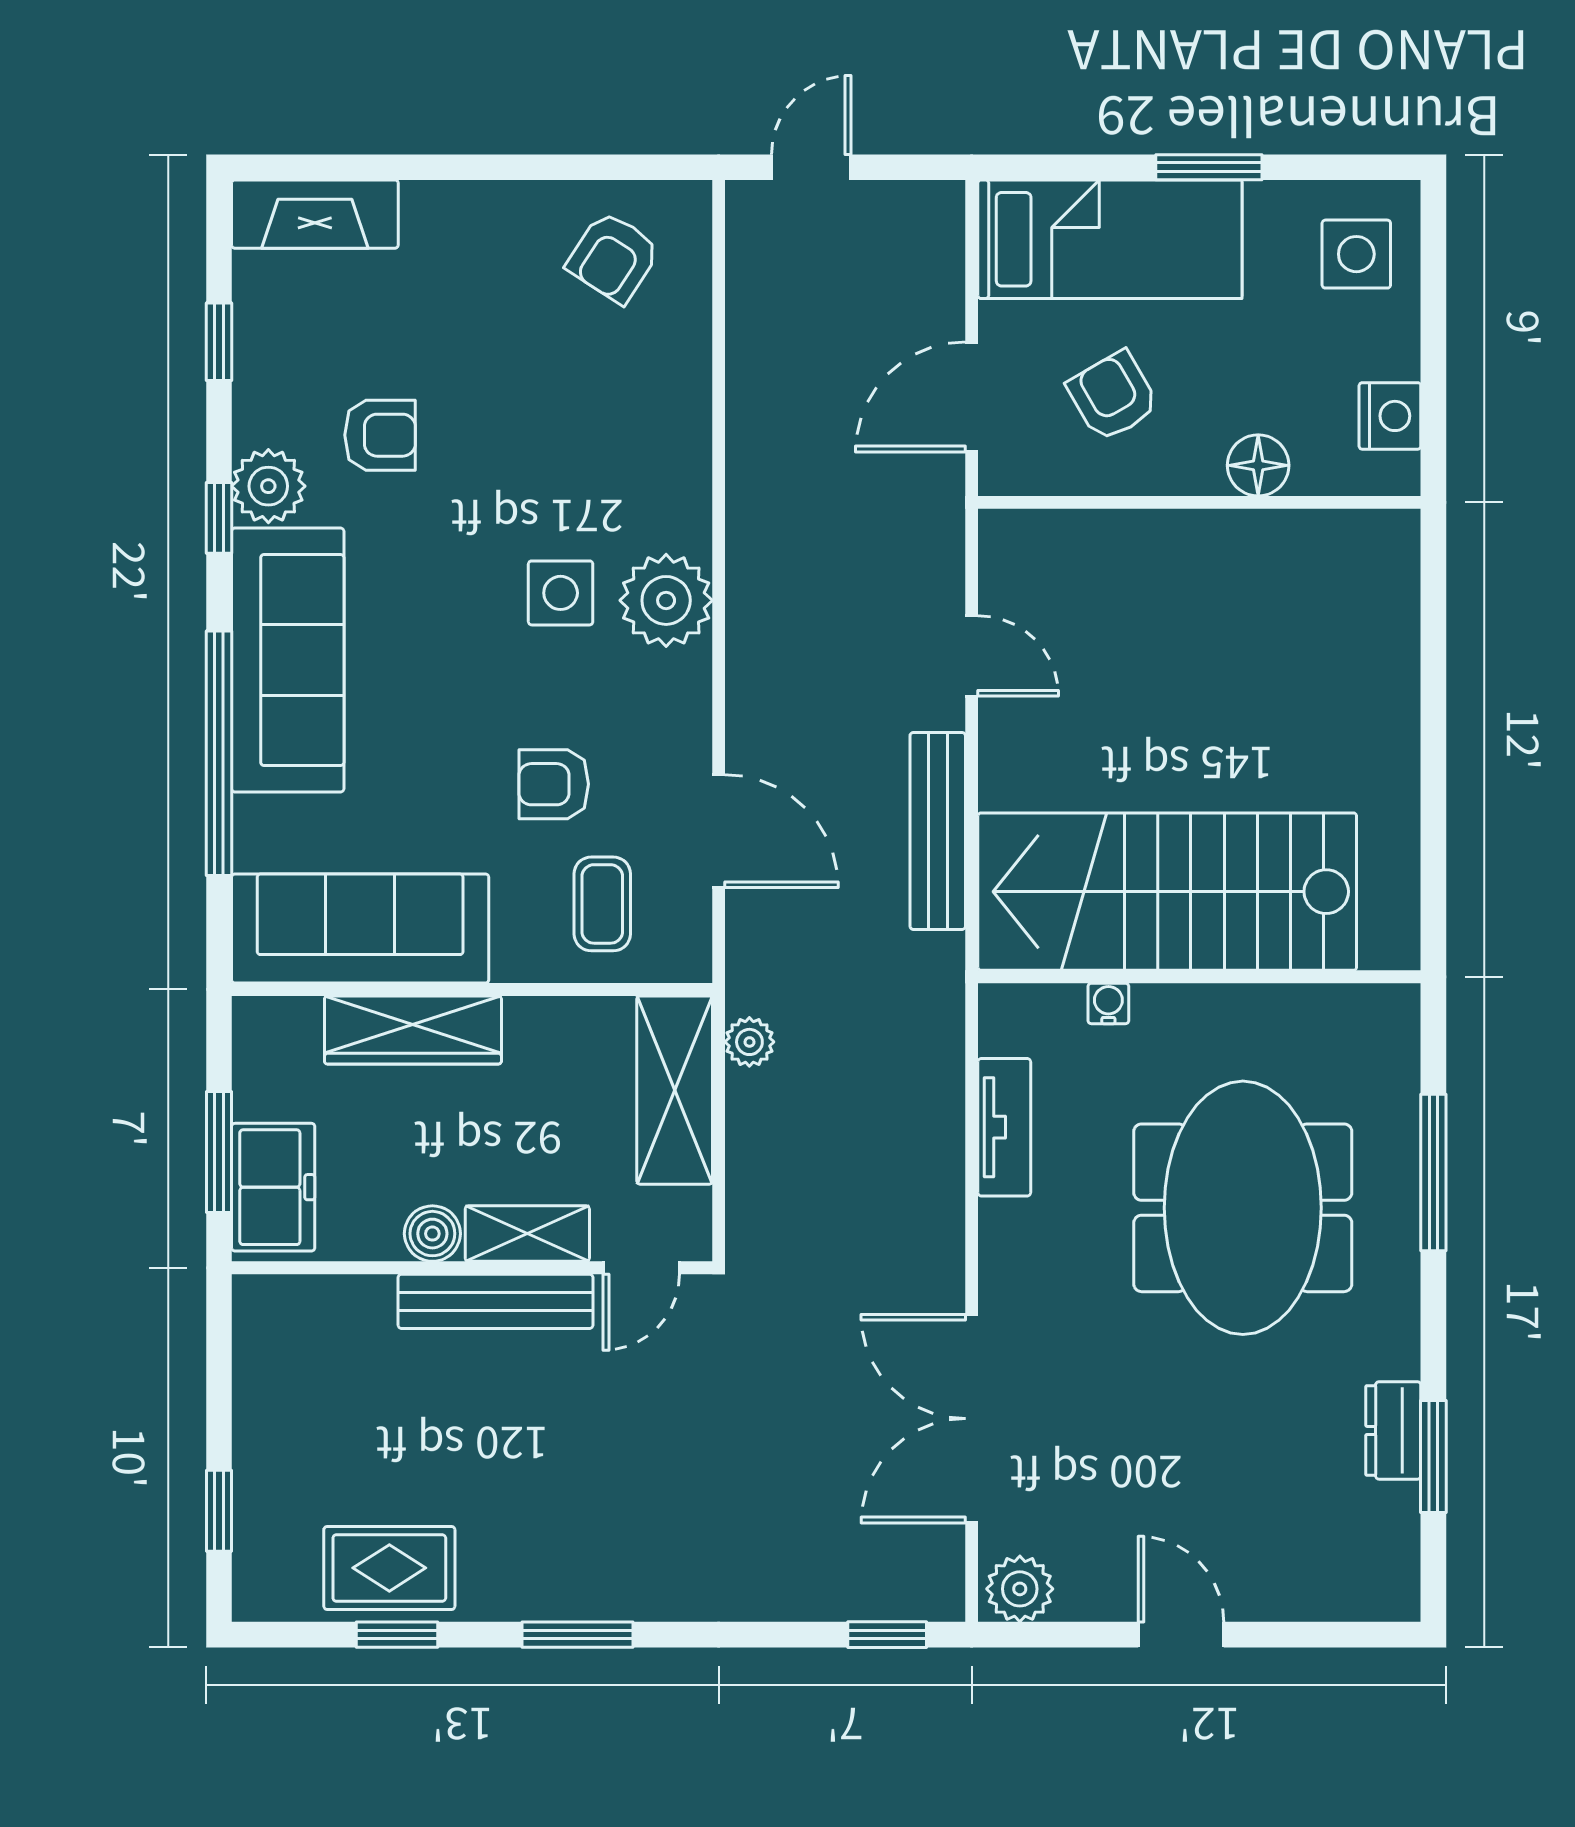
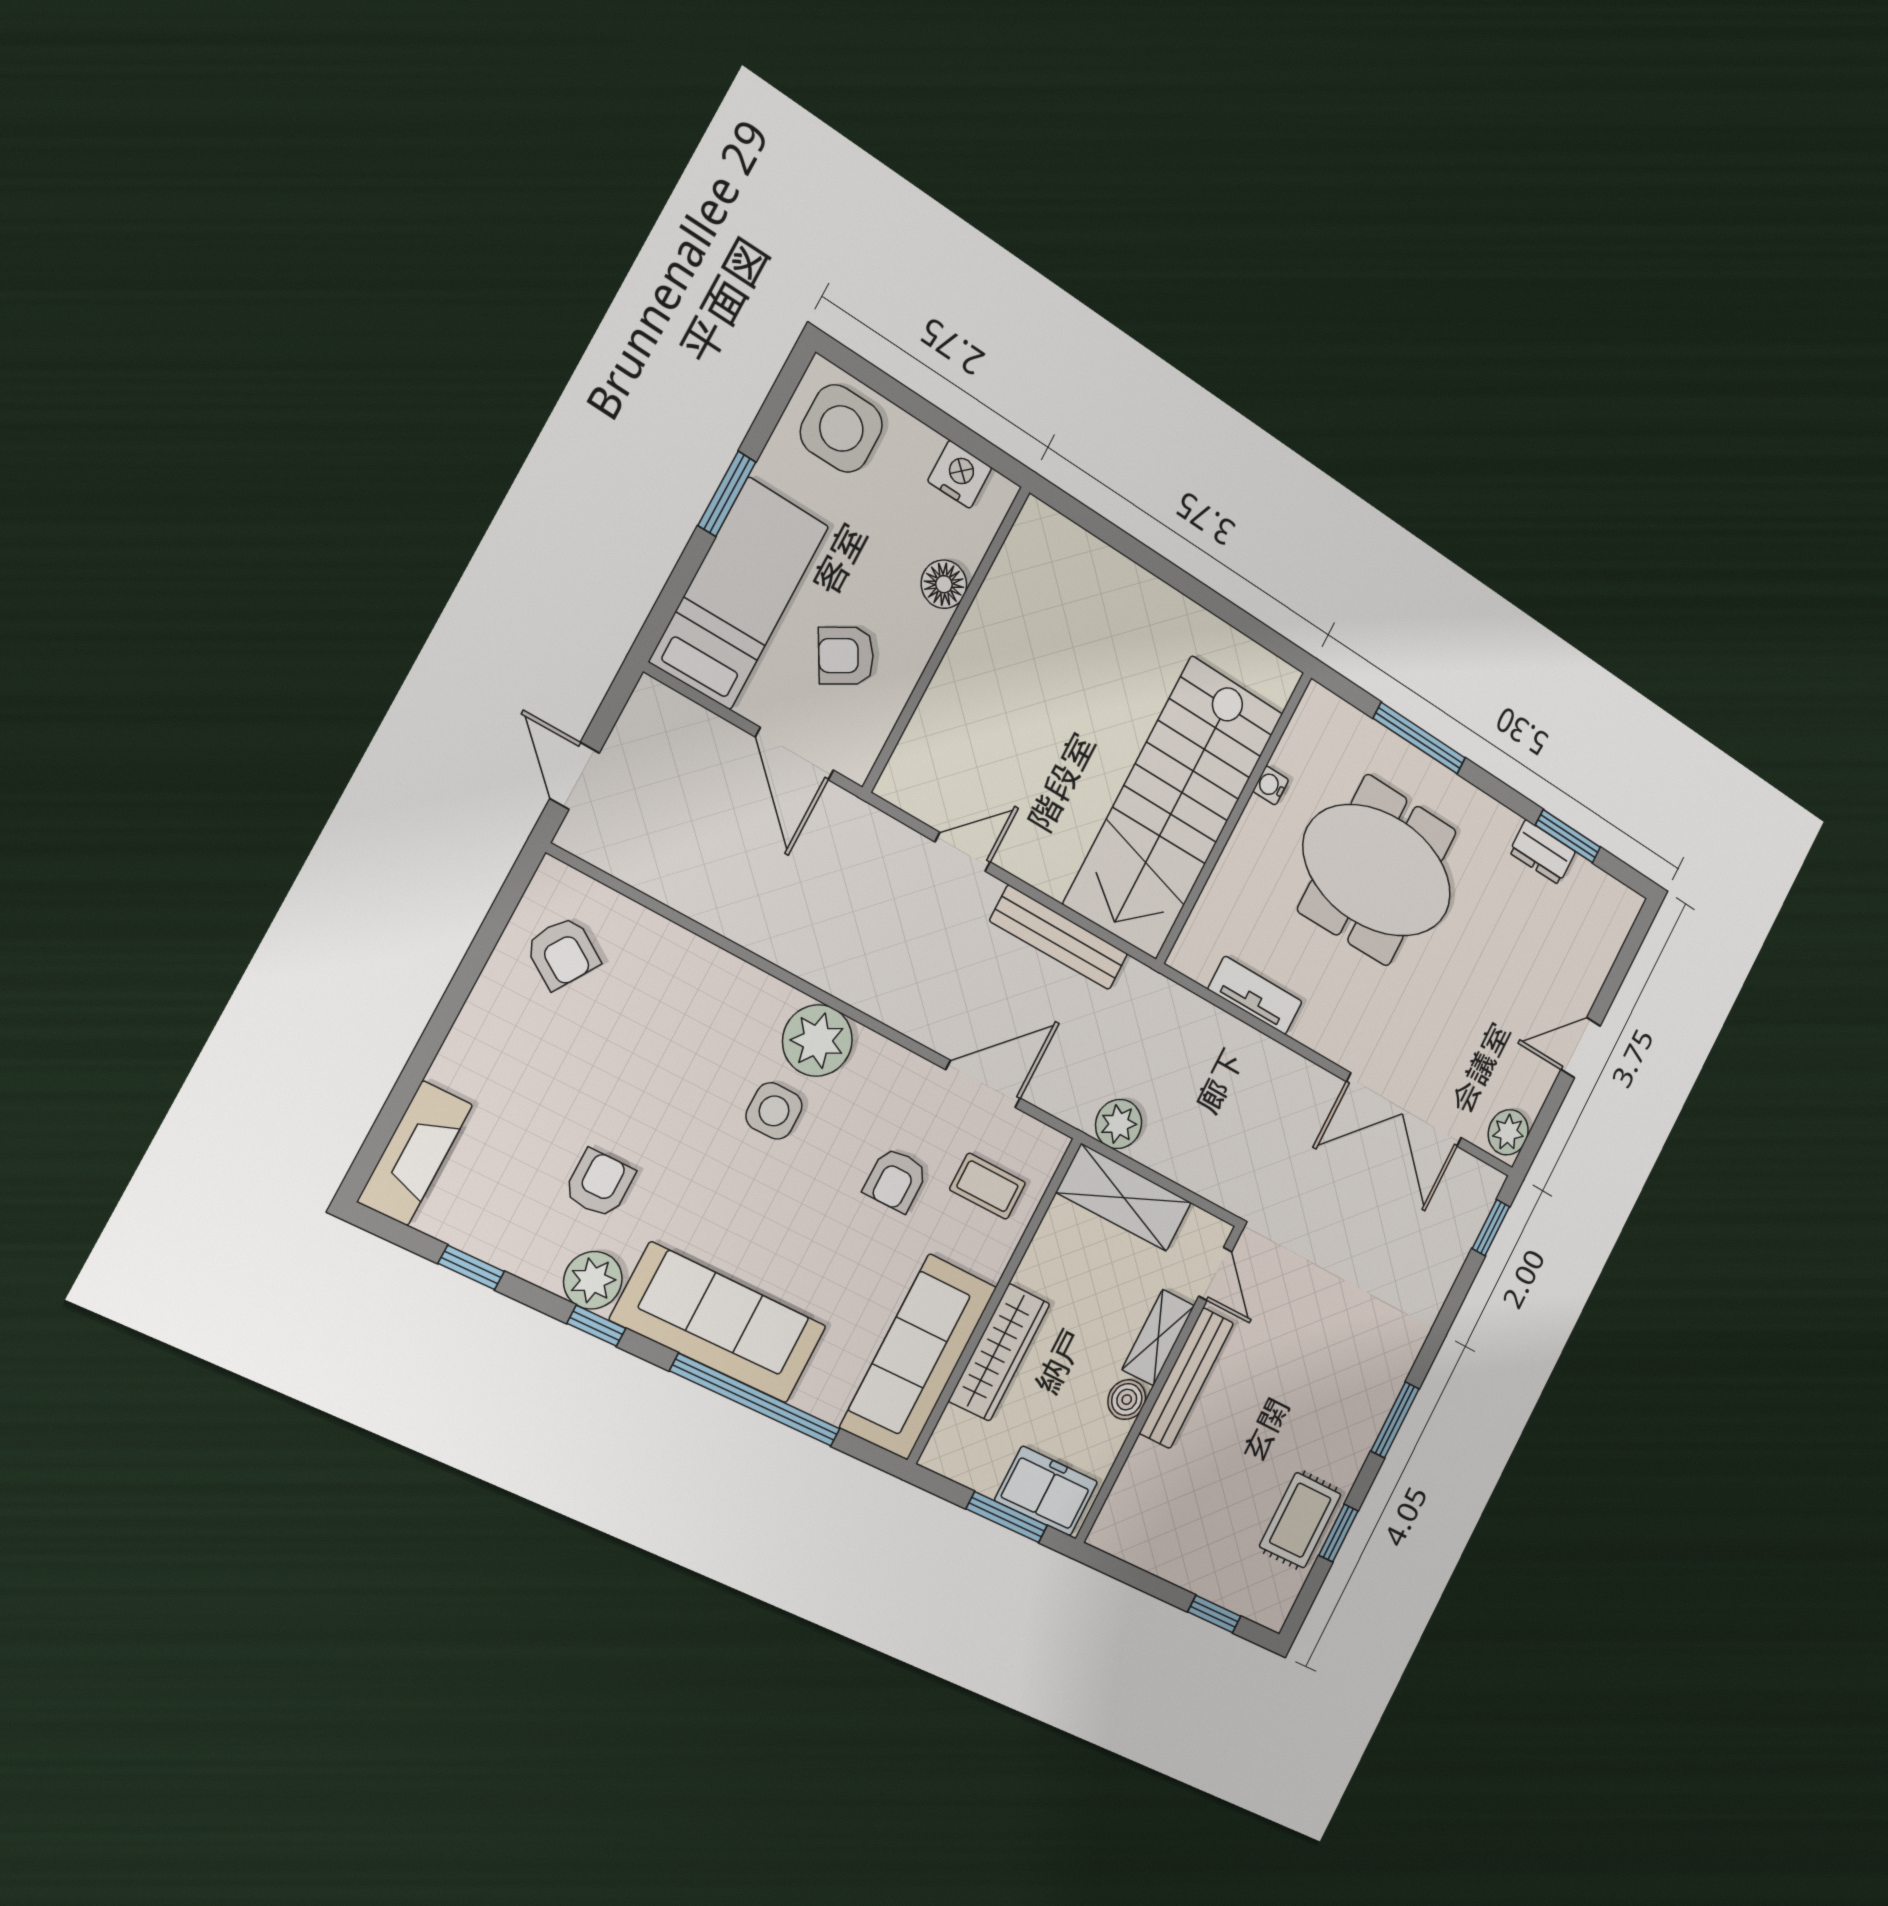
side table: (1356, 254) -> (841, 429), width x1.37, depth x1.37
water cooler: (1108, 1003) -> (1271, 785), moved
plant: (749, 1042) -> (1119, 1124), width x1.38, depth x1.38

